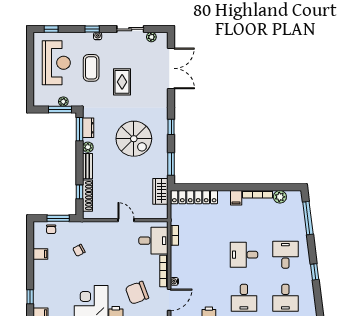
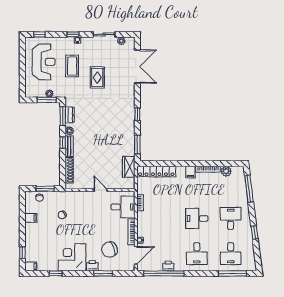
spiral stairs: (134, 139) -> (107, 124), removed
window: (80, 192) -> (63, 143), moved

